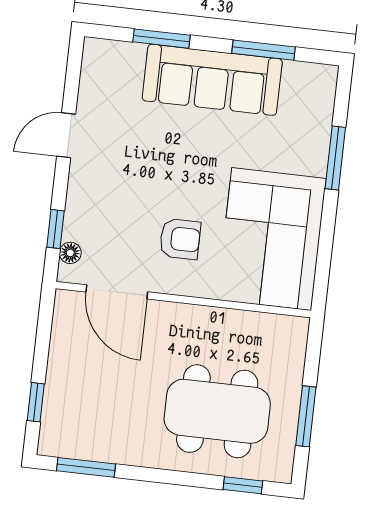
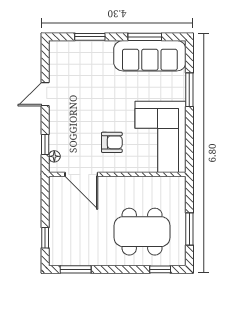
sofa: (212, 80) -> (150, 56), moved

